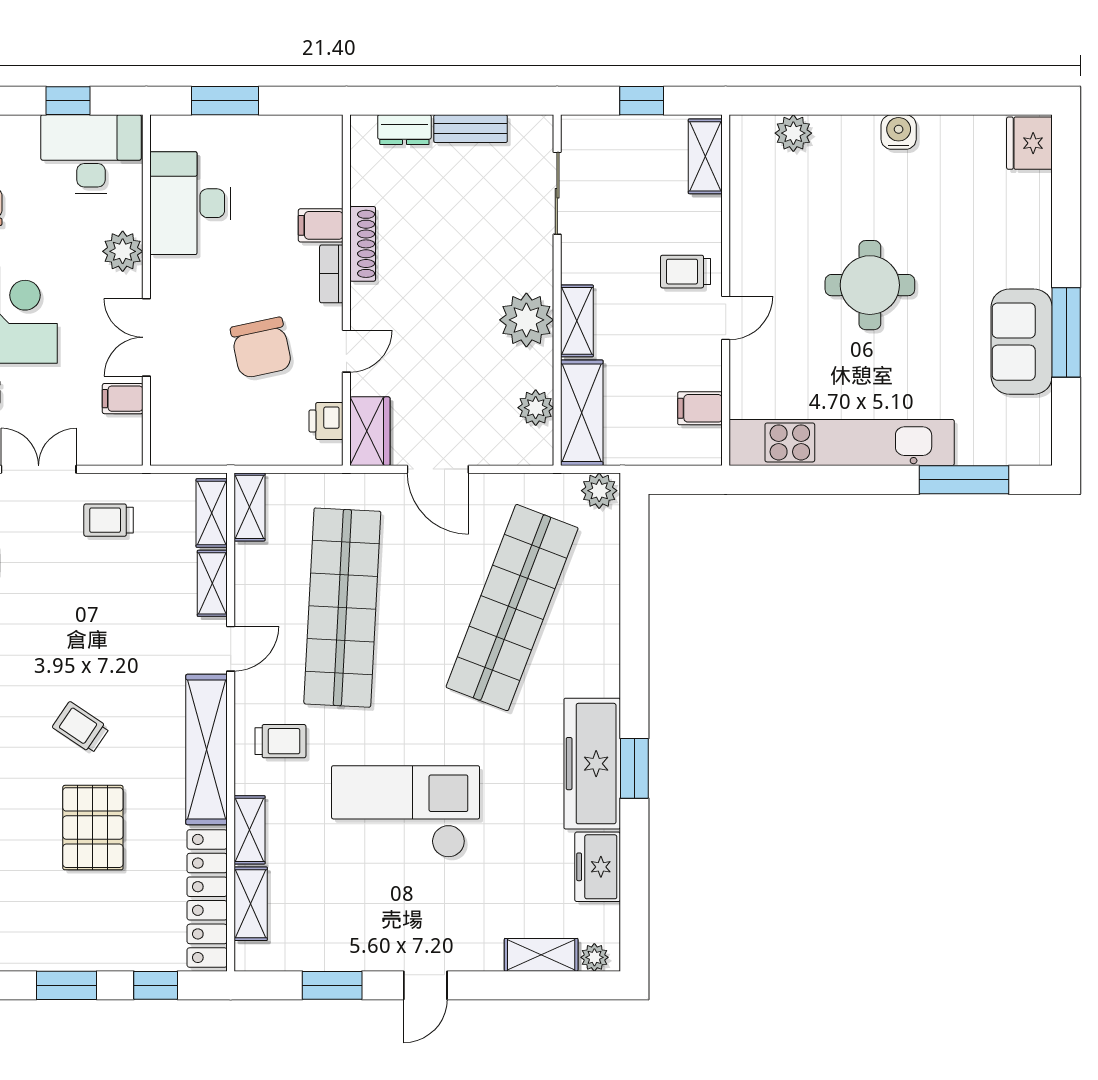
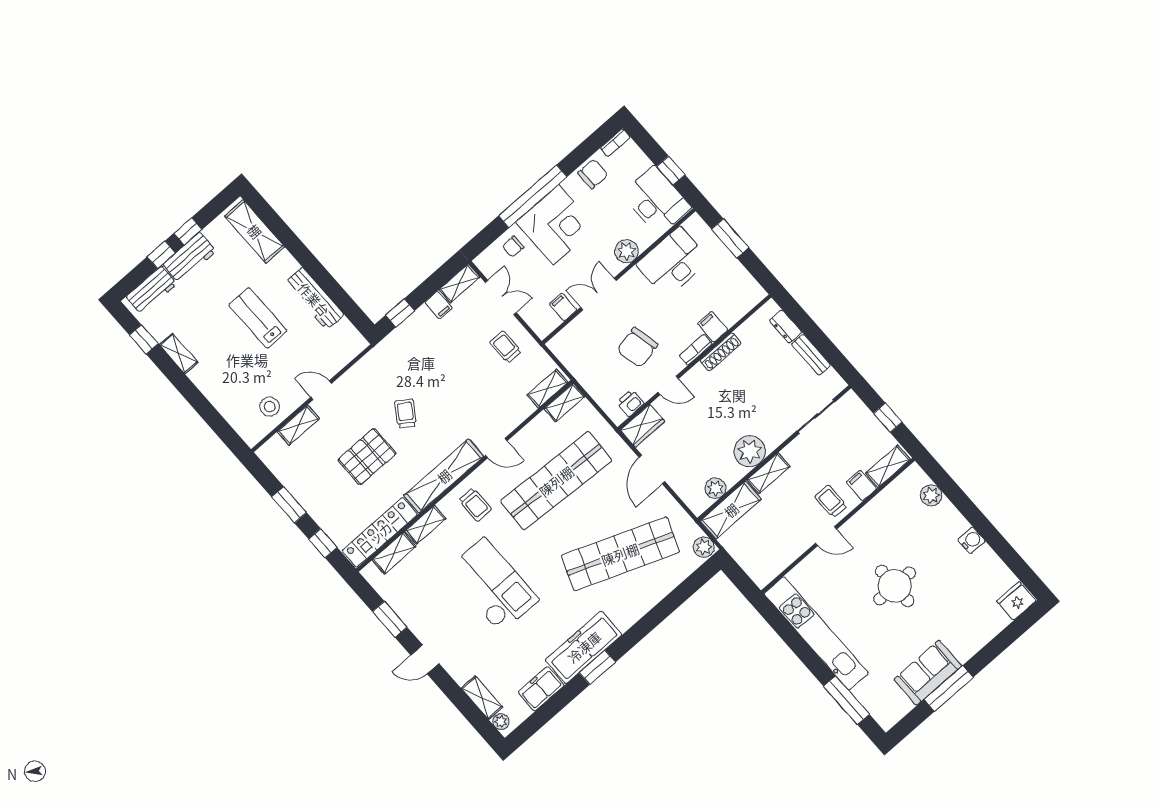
filing cabinet: (700, 408) -> (861, 486), moved
shelving: (212, 583) -> (517, 415), removed

